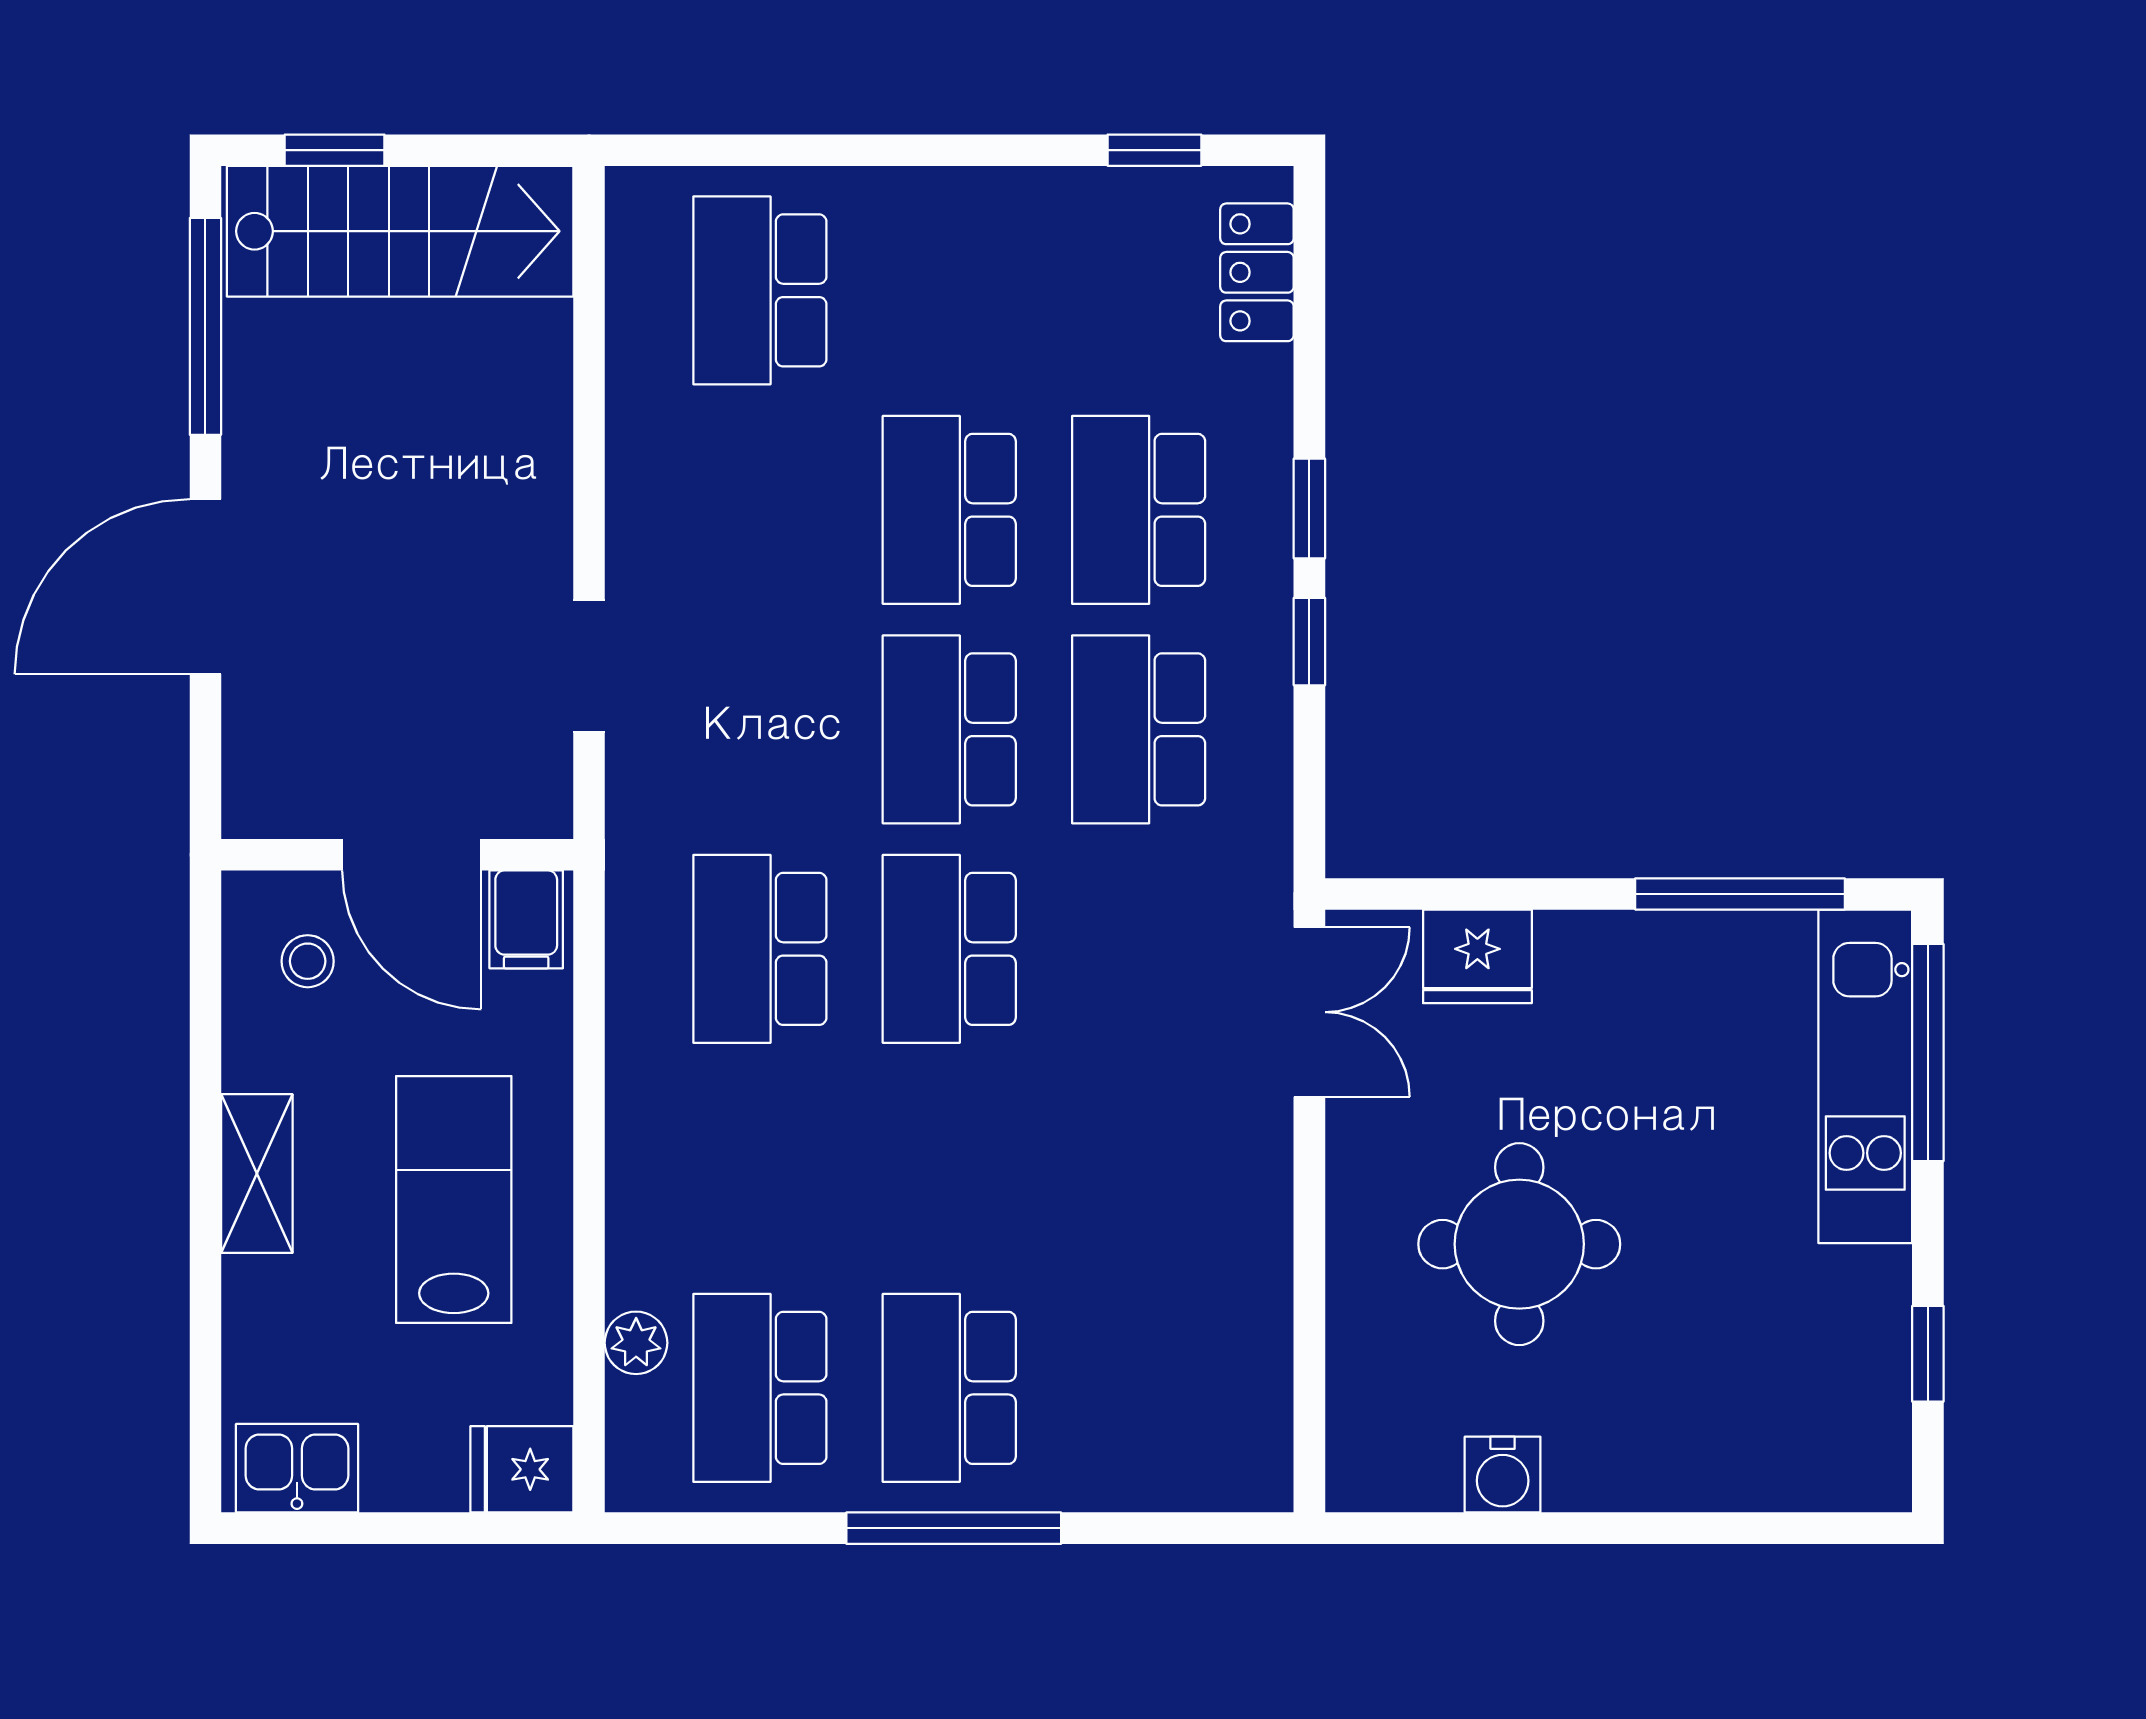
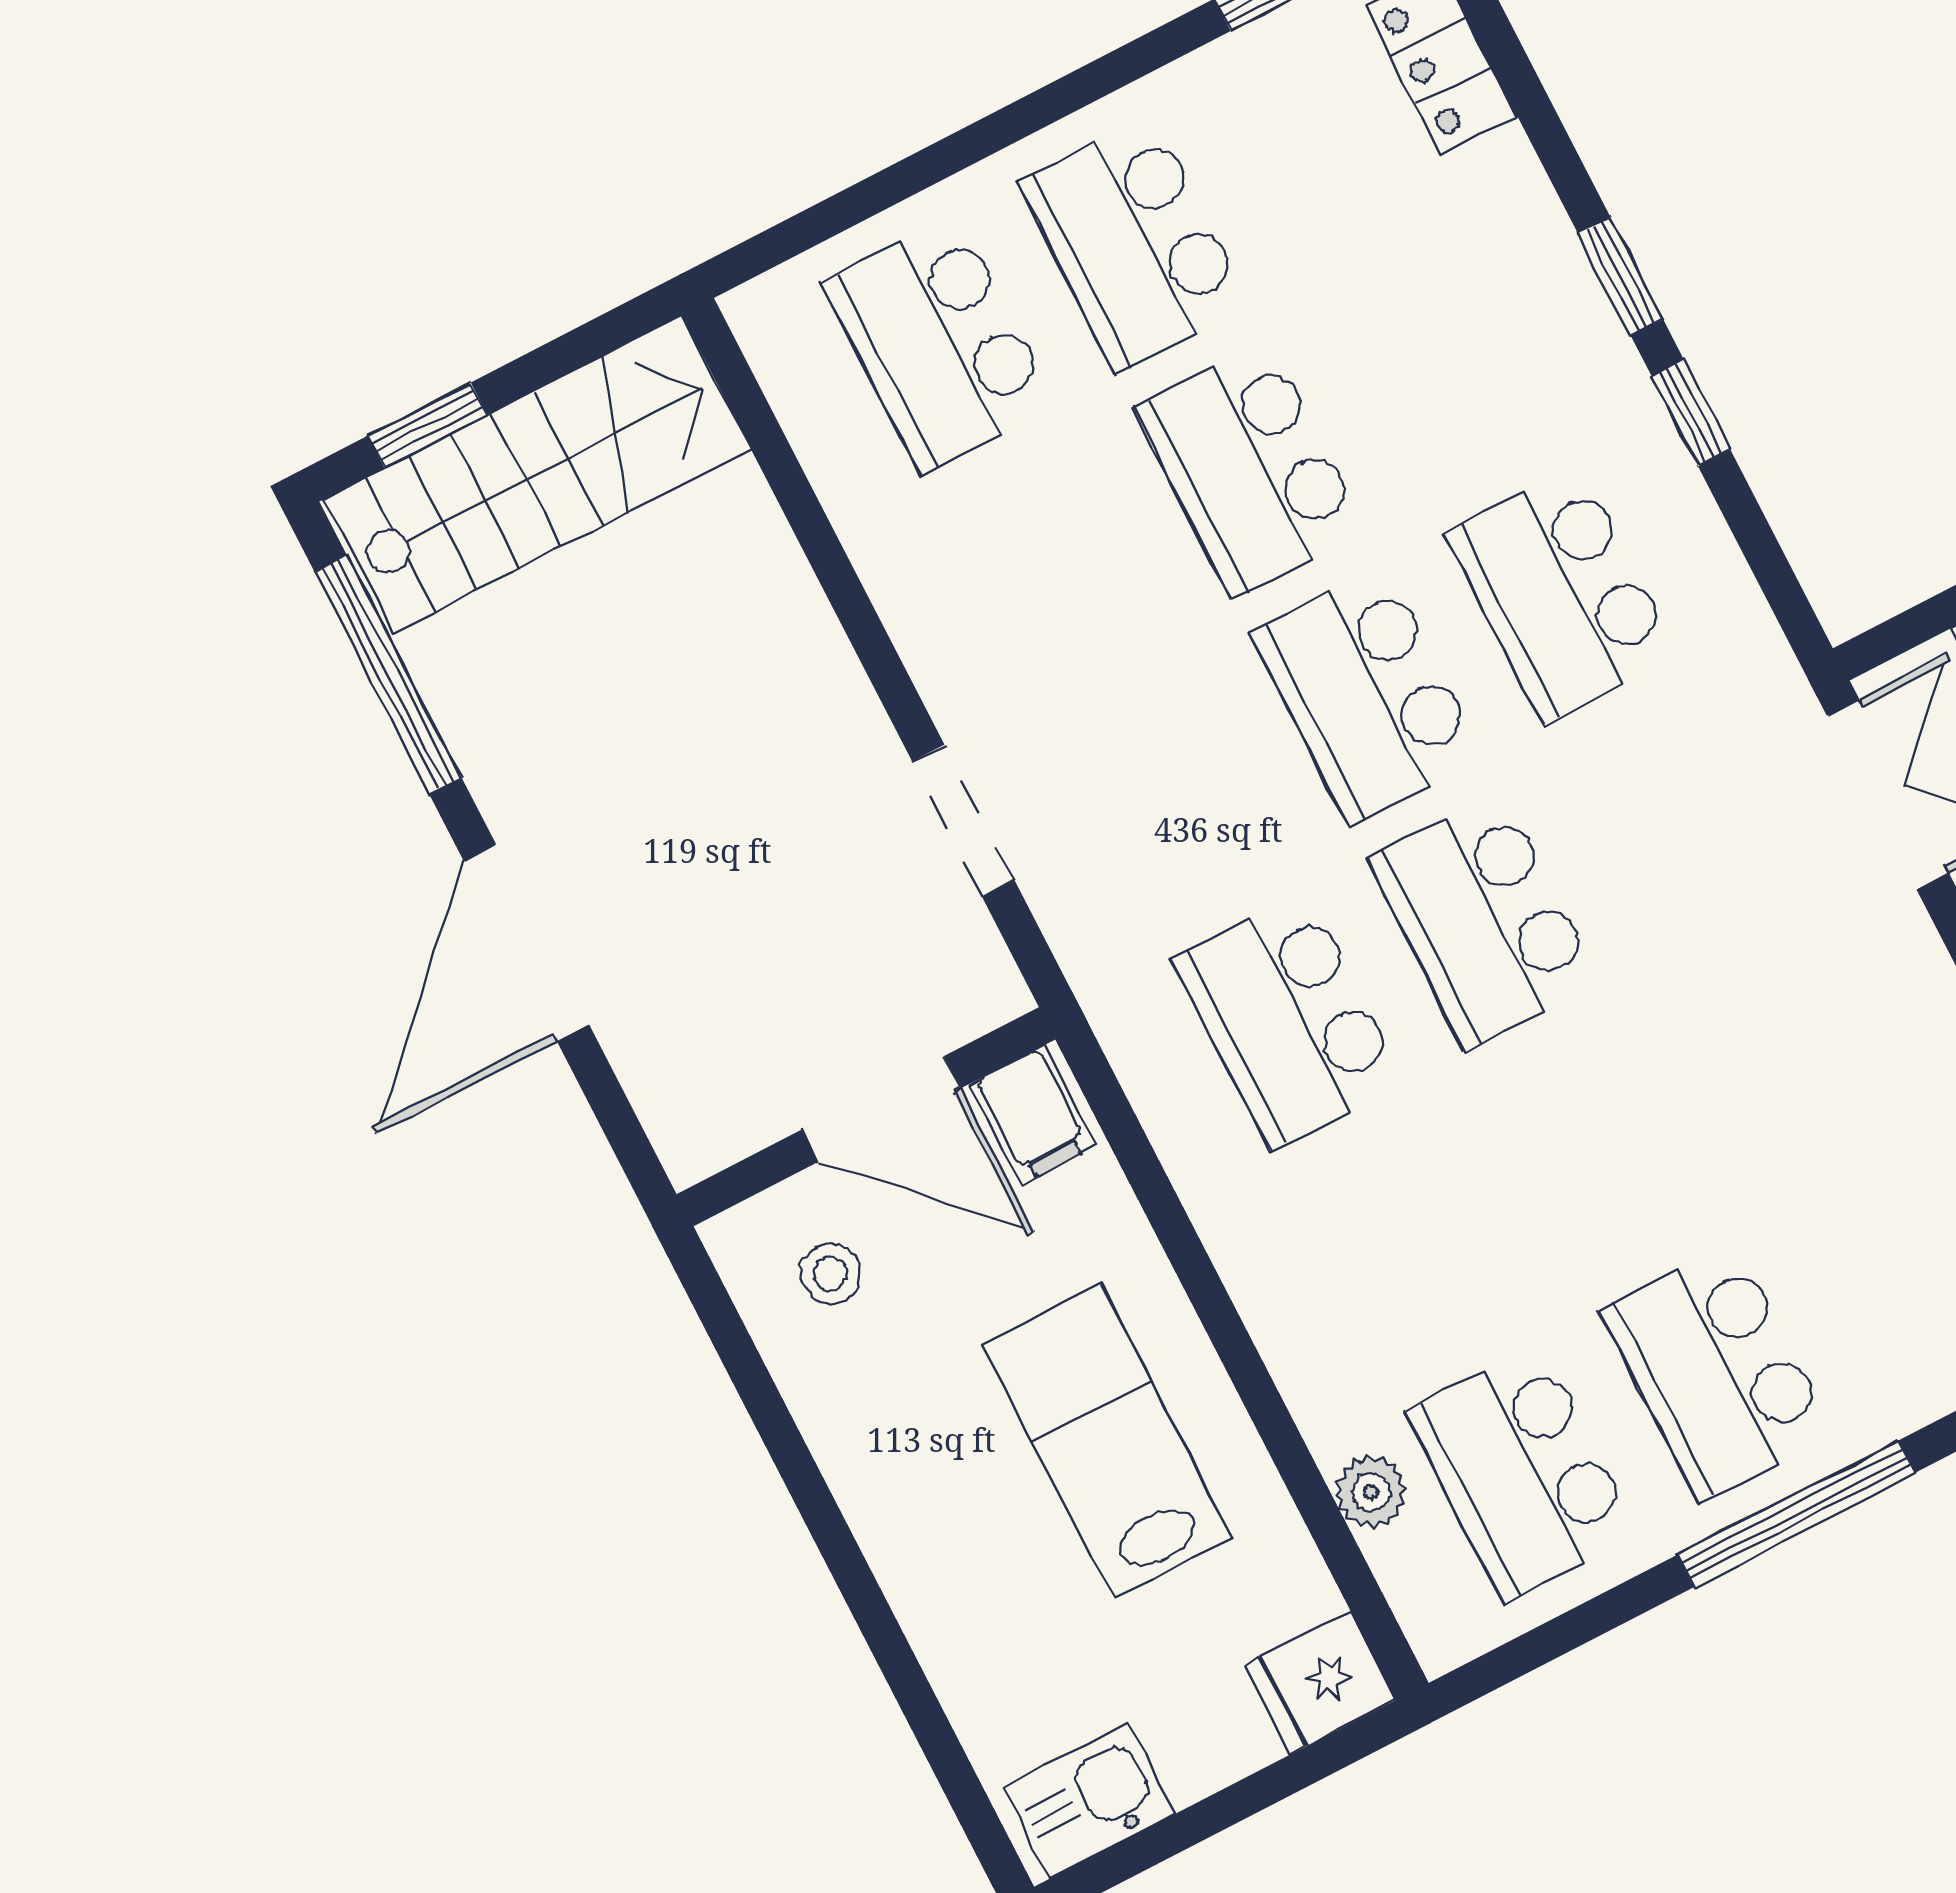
school desk: (1139, 510) -> (1134, 243), moved
shelving: (257, 1174) -> (891, 1519), removed

